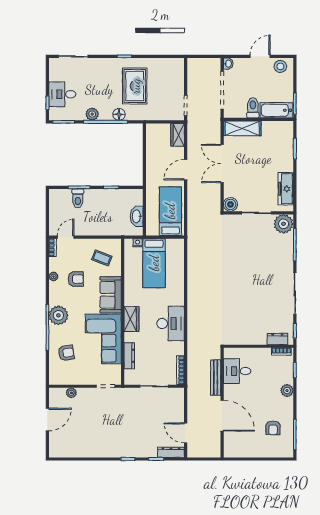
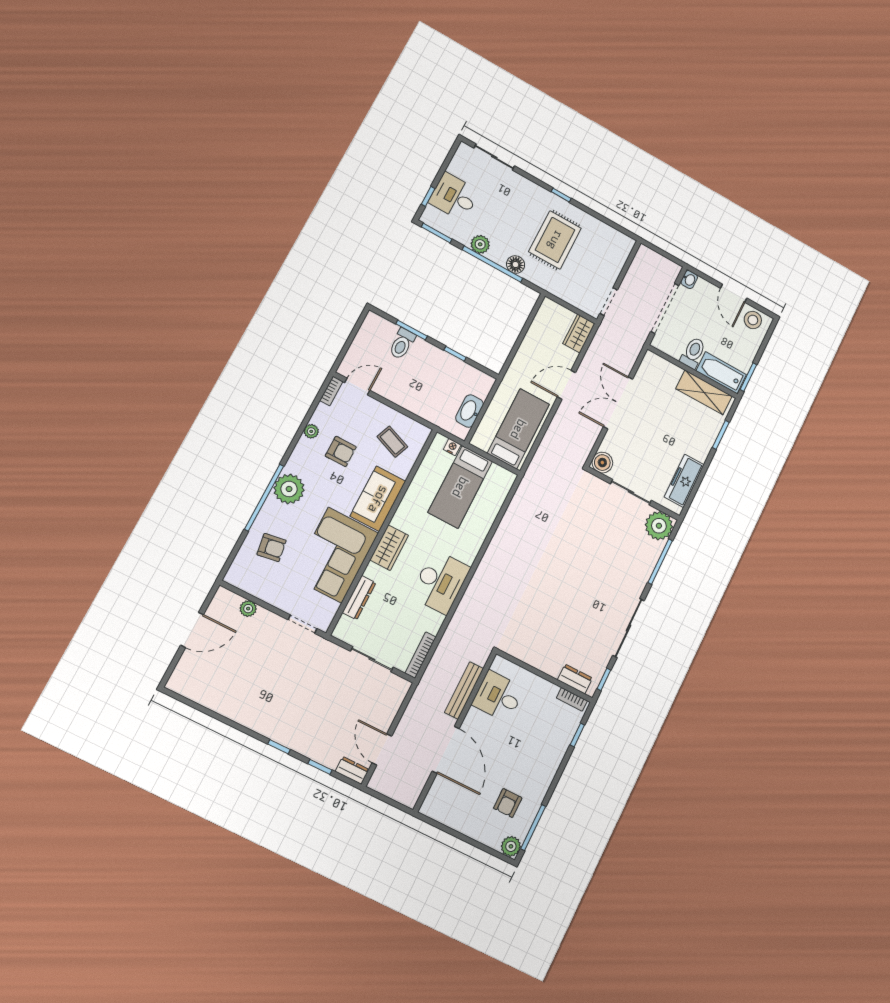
door: (260, 56) -> (734, 293), swing flipped
shelving: (242, 128) -> (704, 392), moved
plant: (287, 391) -> (511, 846), moved
dresser: (171, 452) -> (352, 770), width x0.70

